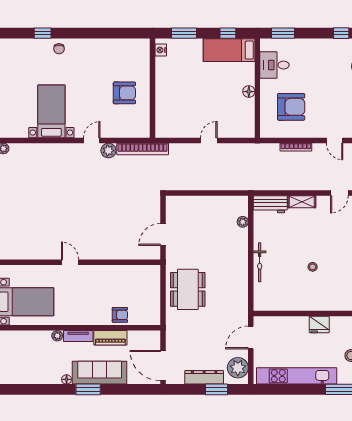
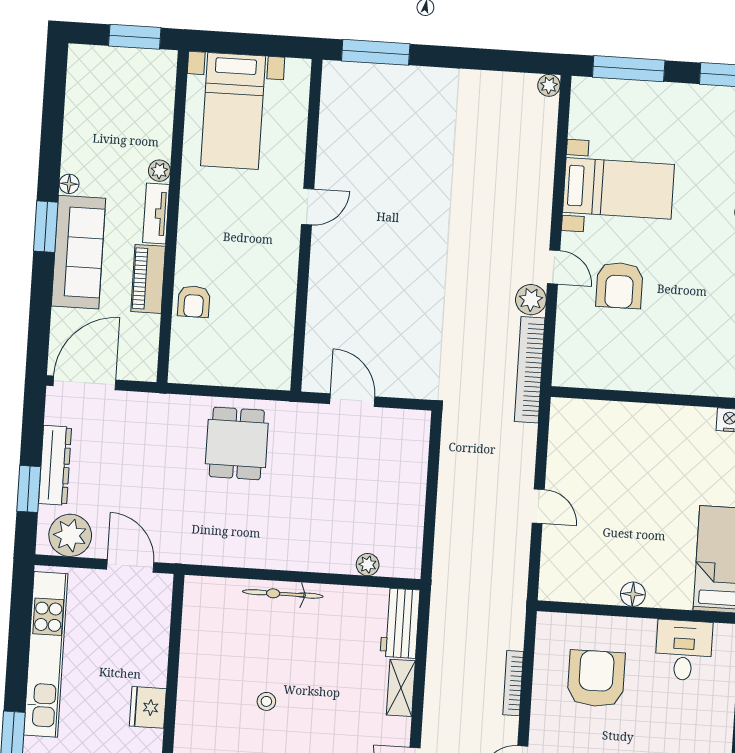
armchair: (124, 93) -> (619, 285), moved
armchair: (291, 107) -> (596, 679), turned 180
dining table: (188, 289) -> (237, 443), width x0.73

